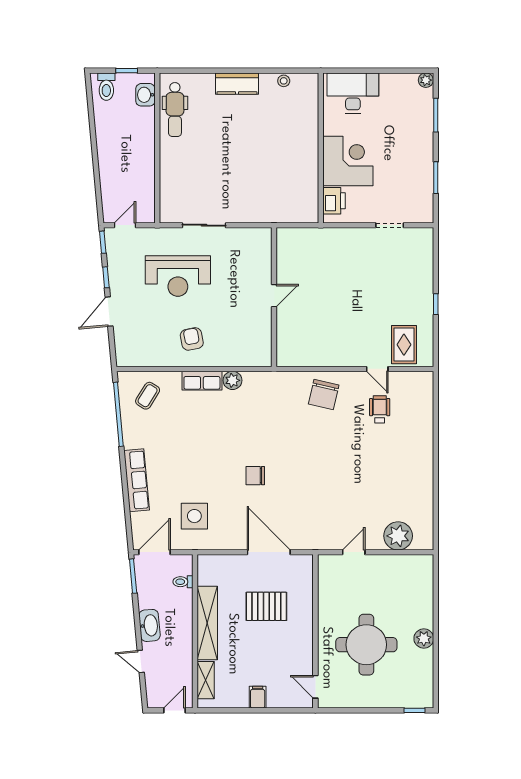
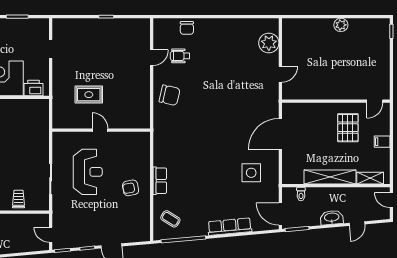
trolley: (176, 179) -> (19, 199), added
reception desk: (178, 276) -> (88, 172), moved
rug: (404, 345) -> (89, 95), moved
plant: (233, 380) -> (160, 159), removed
chair: (255, 476) -> (187, 28), moved
side table: (194, 516) -> (251, 173), moved
door: (354, 552) -> (280, 74), swing flipped
pallet: (266, 606) -> (348, 128), moved
round table: (366, 645) -> (345, 65), removed

